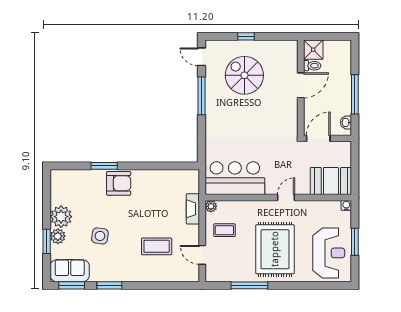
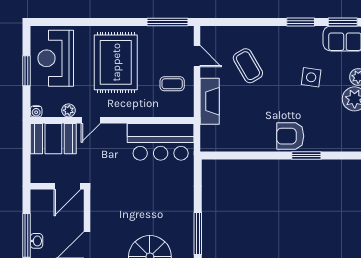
washbasin: (346, 122) -> (37, 241), moved
door: (286, 198) -> (91, 120), moved
plant: (211, 206) -> (69, 110), moved
fireplace: (193, 209) -> (210, 101), width x1.37, depth x1.32
coffee table: (157, 246) -> (248, 66), turned 60
window: (249, 285) -> (168, 22), moved

